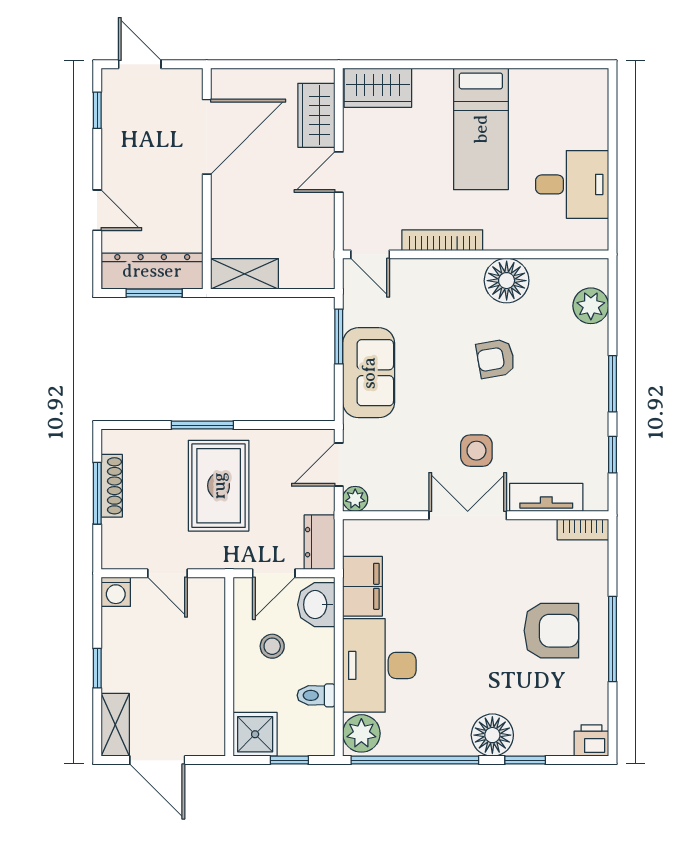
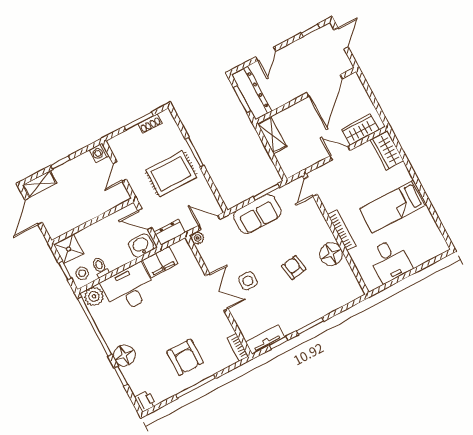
door: (207, 137) -> (325, 86), hinge flipped
bookcase: (442, 240) -> (342, 230), moved
plant: (591, 306) -> (340, 298), removed
shoe rack: (112, 486) -> (150, 124), width x0.70
tv unit: (546, 497) -> (265, 340), moved, turned -90
stool: (272, 646) -> (82, 273), moved

